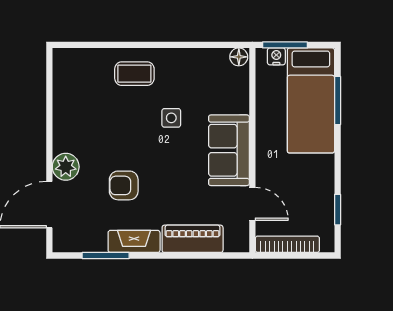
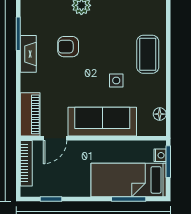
floor lamp: (239, 57) -> (160, 114), moved
coffee table: (134, 74) -> (148, 54), width x1.36, depth x1.30
sofa: (229, 150) -> (102, 122), width x1.36
armchair: (124, 185) -> (68, 47), turned -90
piano: (193, 239) -> (30, 114), moved

